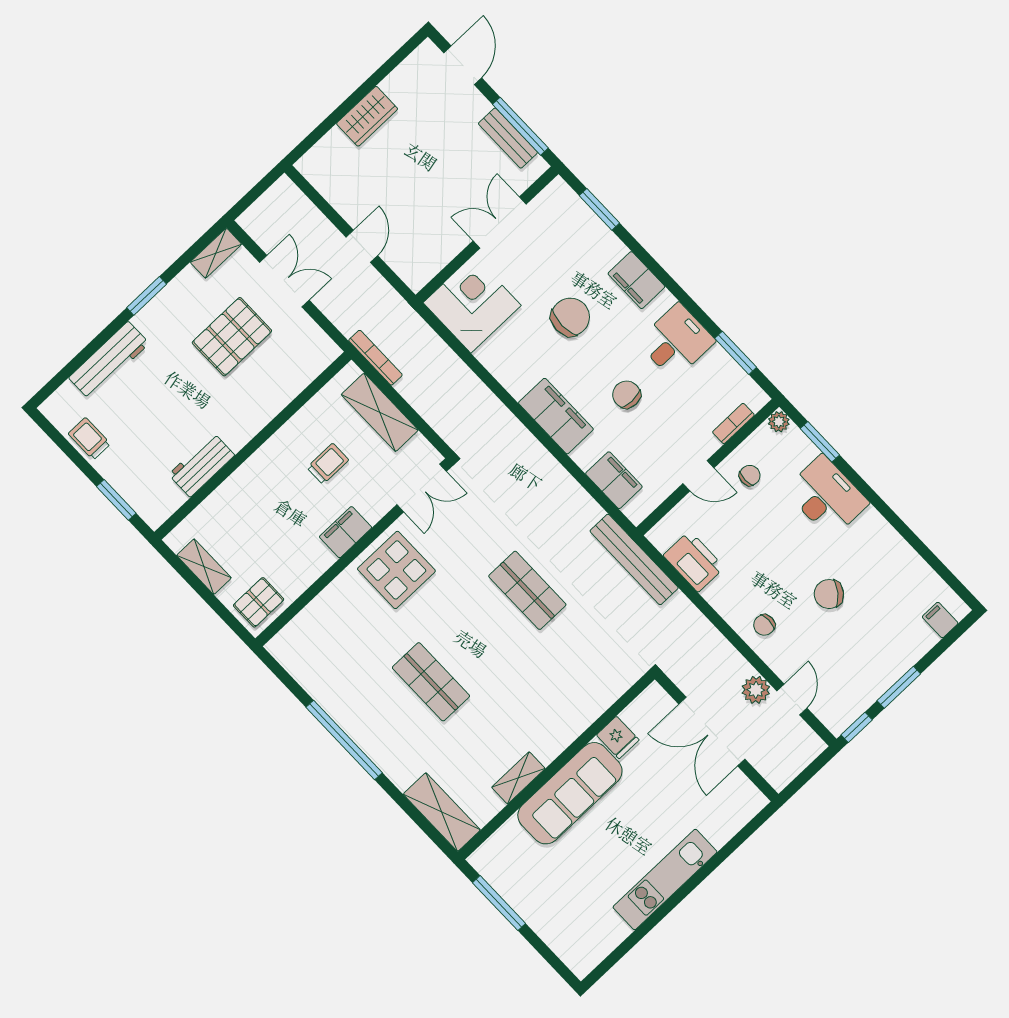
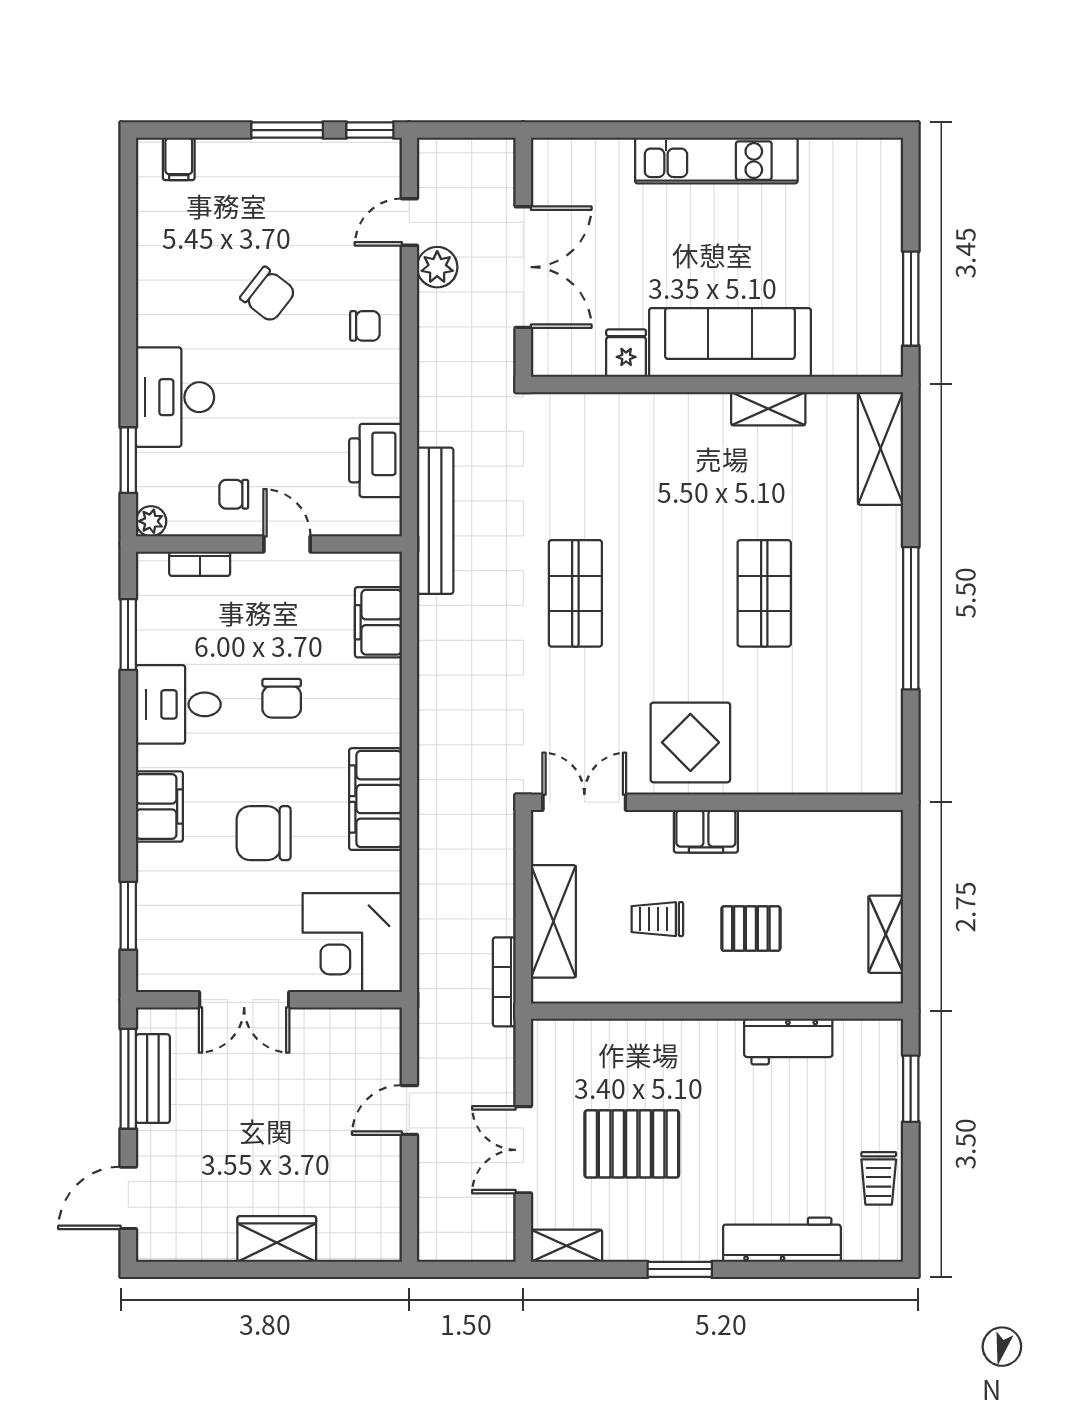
filing cabinet: (556, 416) -> (375, 799), moved
pallet: (259, 602) -> (751, 929), moved

